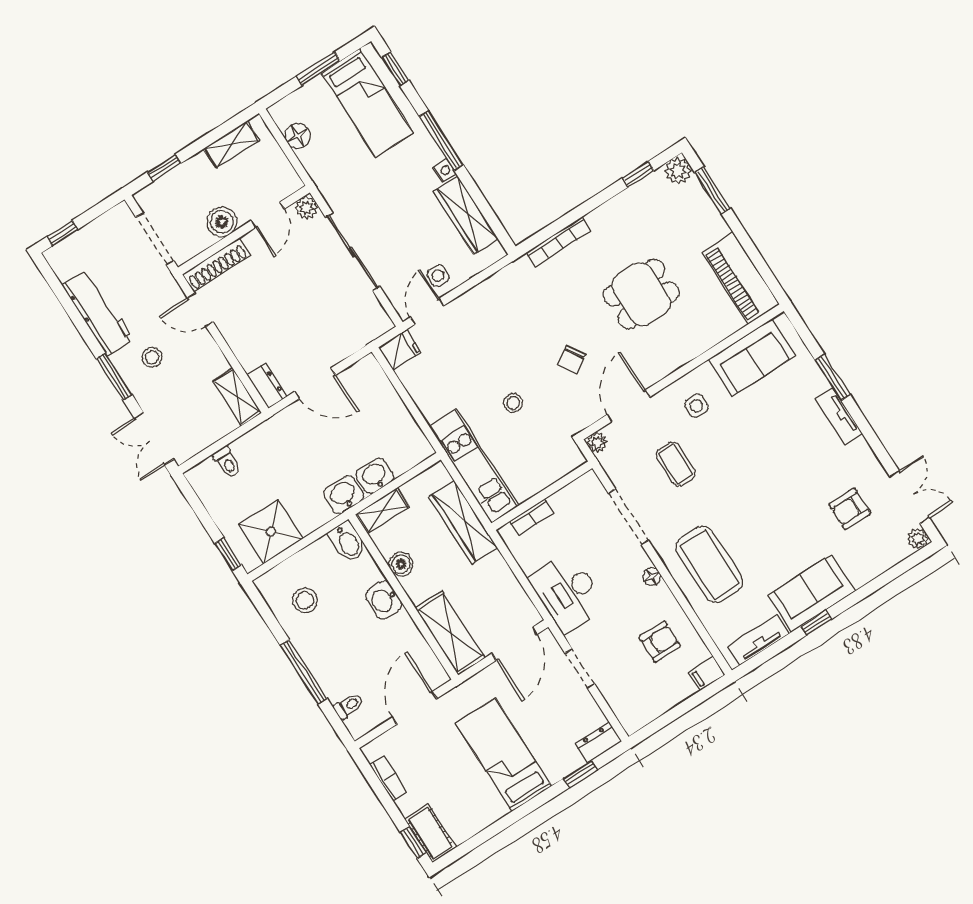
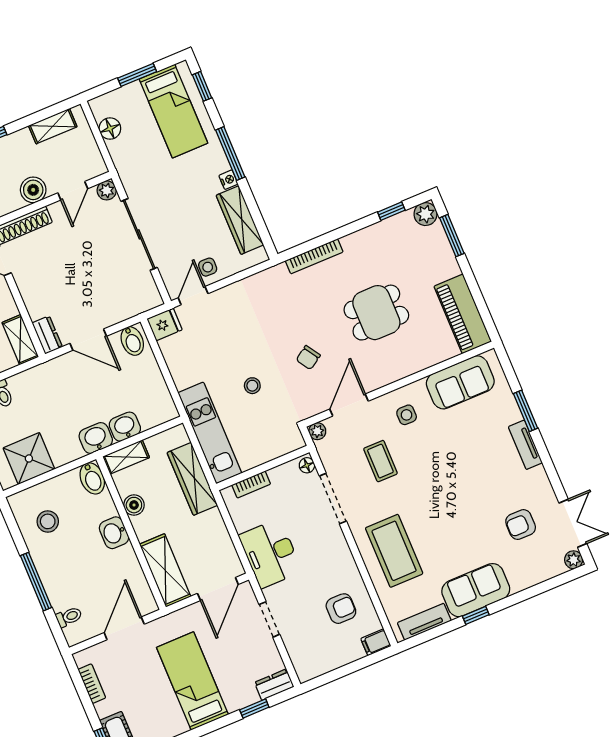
bidet: (366, 376) -> (132, 341), added
floor lamp: (652, 577) -> (307, 465), moved

